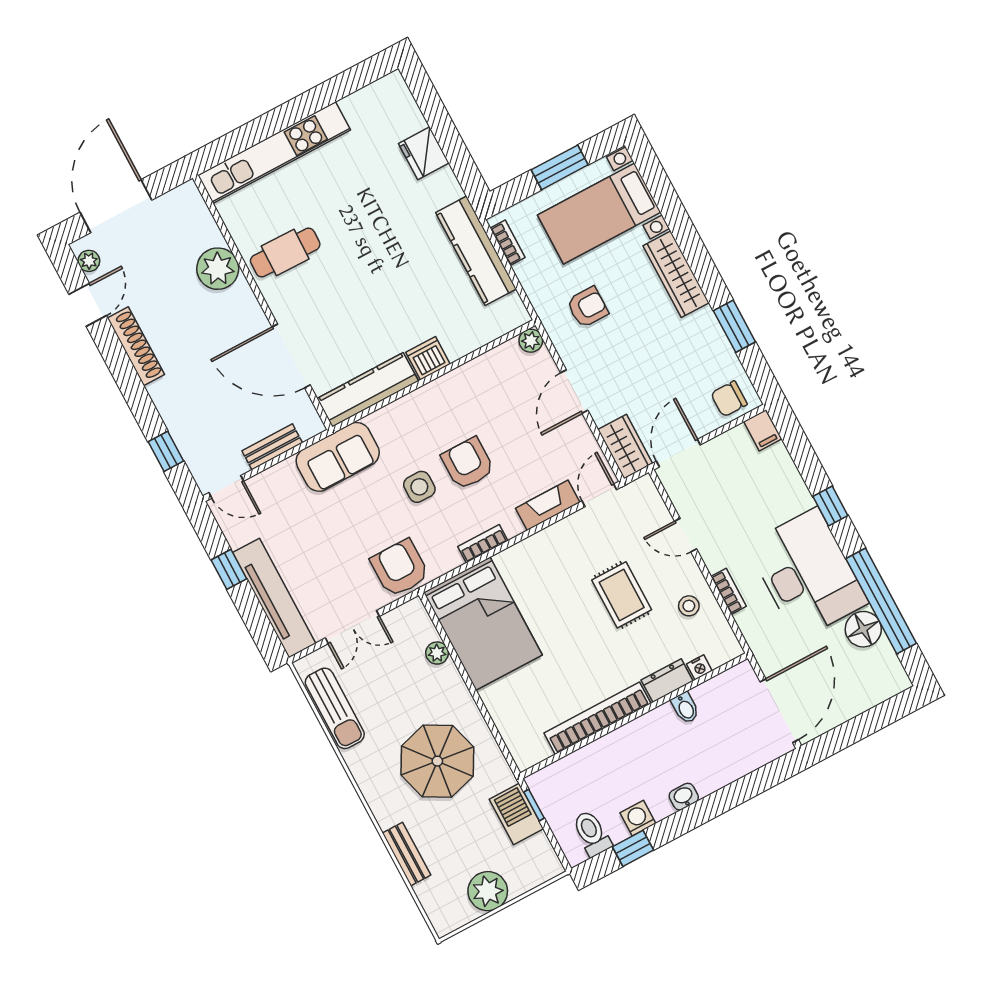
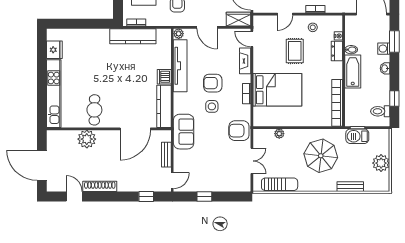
fridge: (424, 153) -> (54, 50), moved, turned -90
plant: (89, 261) -> (57, 187), removed
rug: (622, 595) -> (295, 51), turned 90
tv unit: (274, 598) -> (180, 66), moved, turned 90
bed: (483, 624) -> (277, 90), moved
bookcase: (597, 718) -> (337, 103), moved
bathtub: (643, 735) -> (353, 71), added
window: (749, 787) -> (394, 42), added
washing machine: (638, 818) -> (384, 49), moved

